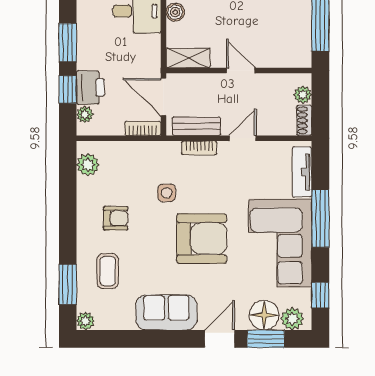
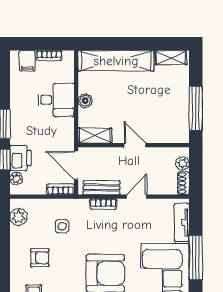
side table: (167, 193) -> (62, 226), moved

